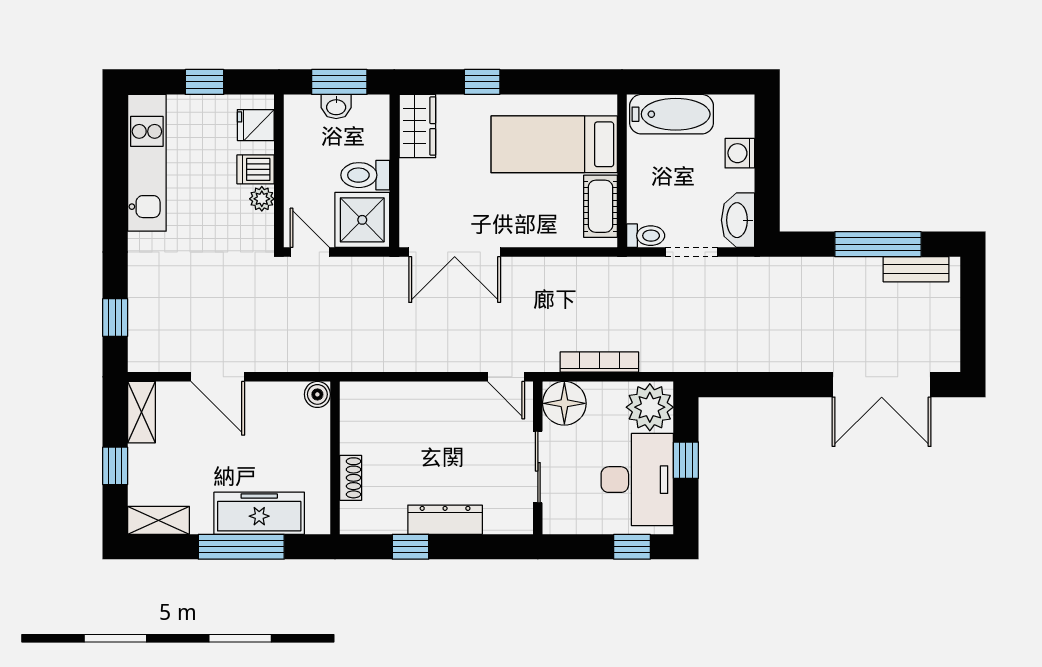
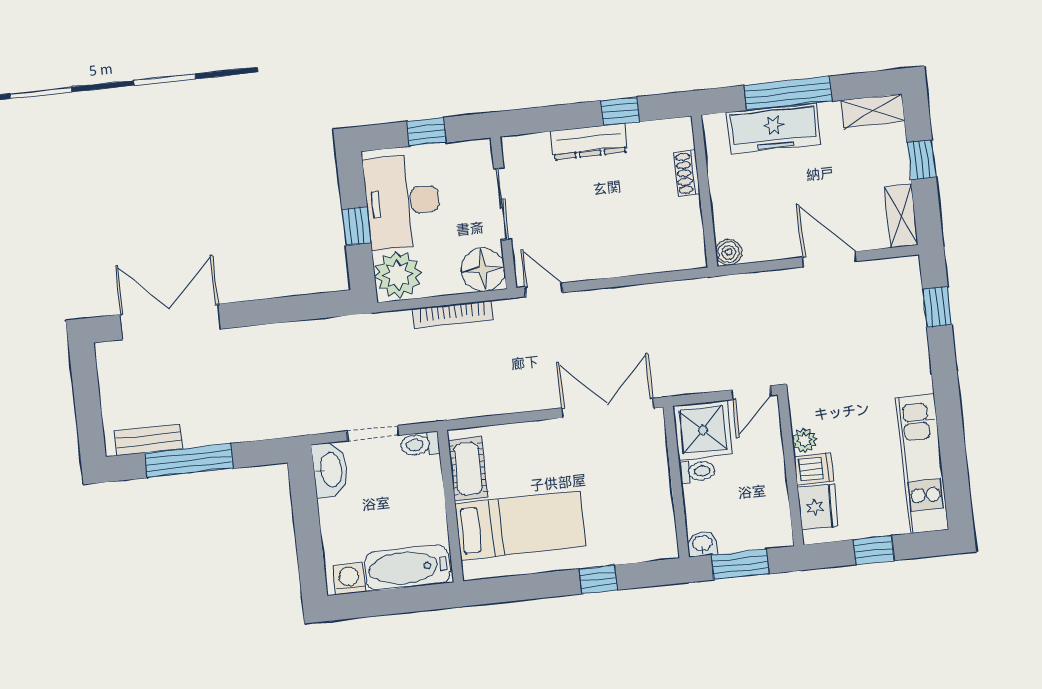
washbasin: (336, 106) -> (702, 544), moved
fridge: (256, 125) -> (818, 507), width x1.38
wardrobe: (417, 126) -> (658, 529), removed
washing machine: (740, 153) -> (349, 579), moved, turned -90
toilet: (365, 175) -> (697, 471), width x0.73, depth x0.72
door: (310, 252) -> (751, 393), hinge flipped
window: (632, 547) -> (426, 132), moved

